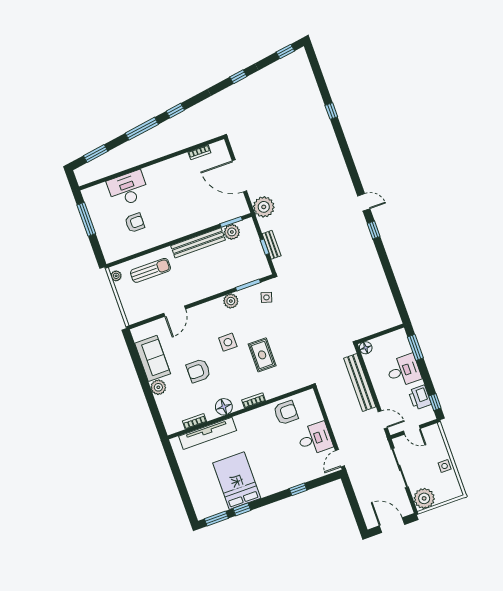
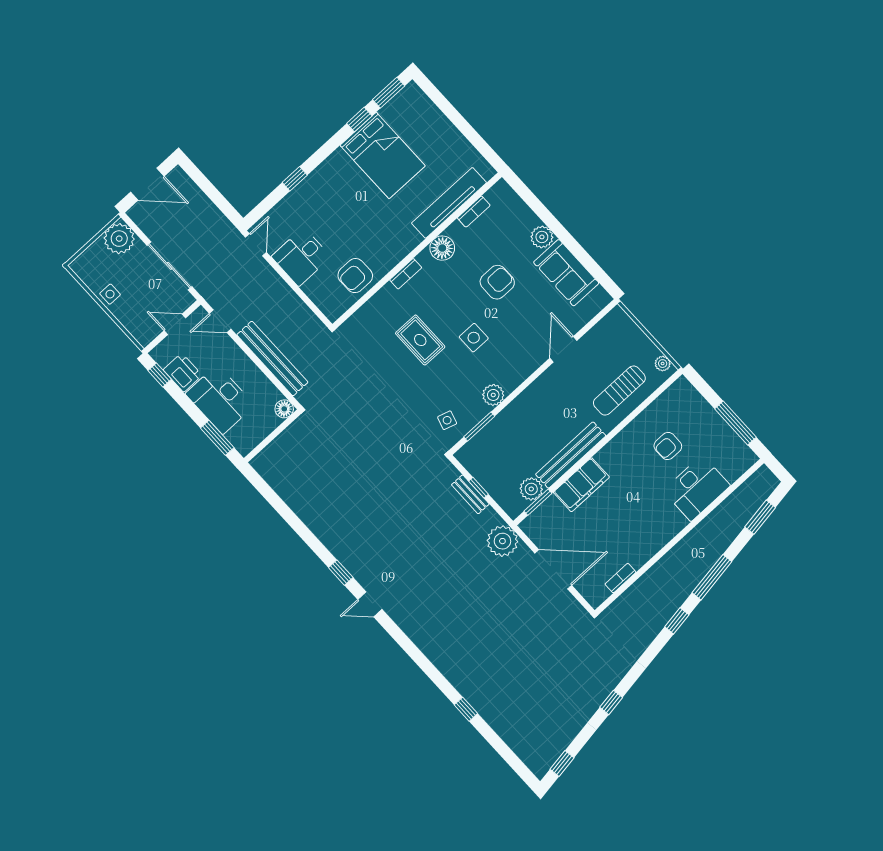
filing cabinet: (199, 221) -> (581, 485), added
desk: (404, 371) -> (220, 399), width x1.37

